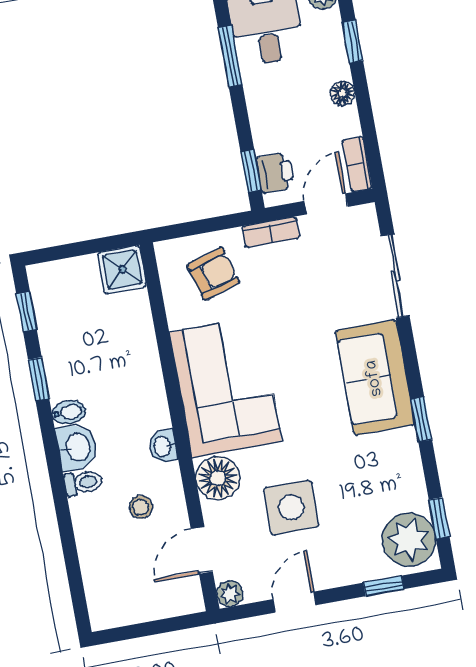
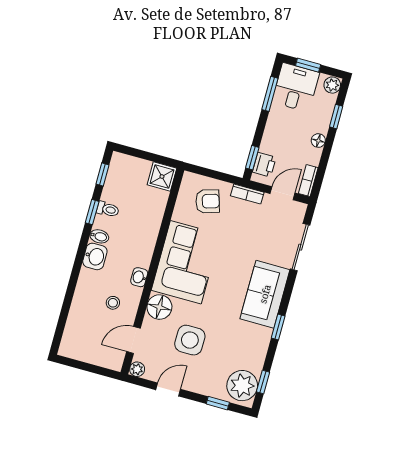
toilet: (83, 483) -> (108, 209), moved

